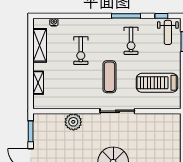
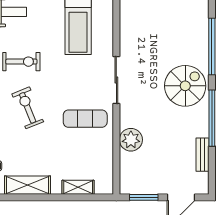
exercise bike: (81, 51) -> (28, 108), moved, turned -112
exercise mat: (109, 77) -> (85, 119), moved

